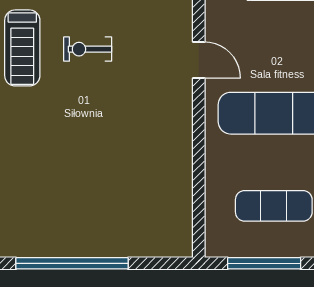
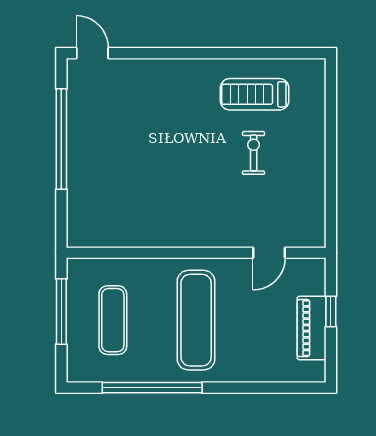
door: (199, 60) -> (269, 253), moved

